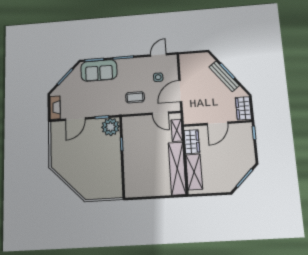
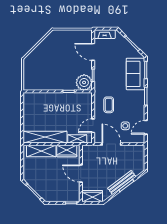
door: (158, 55) -> (146, 127), swing flipped

